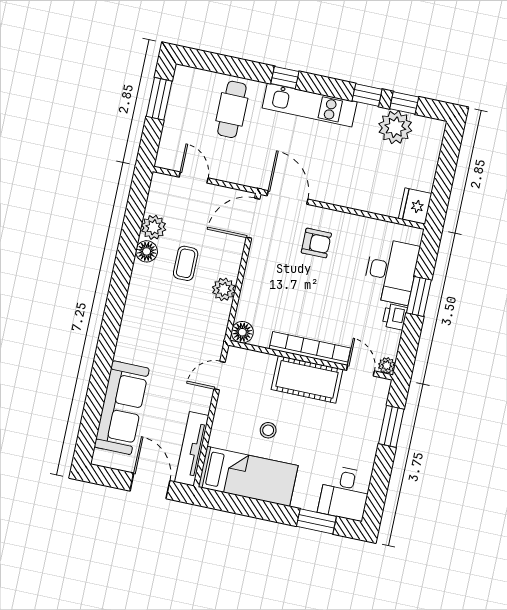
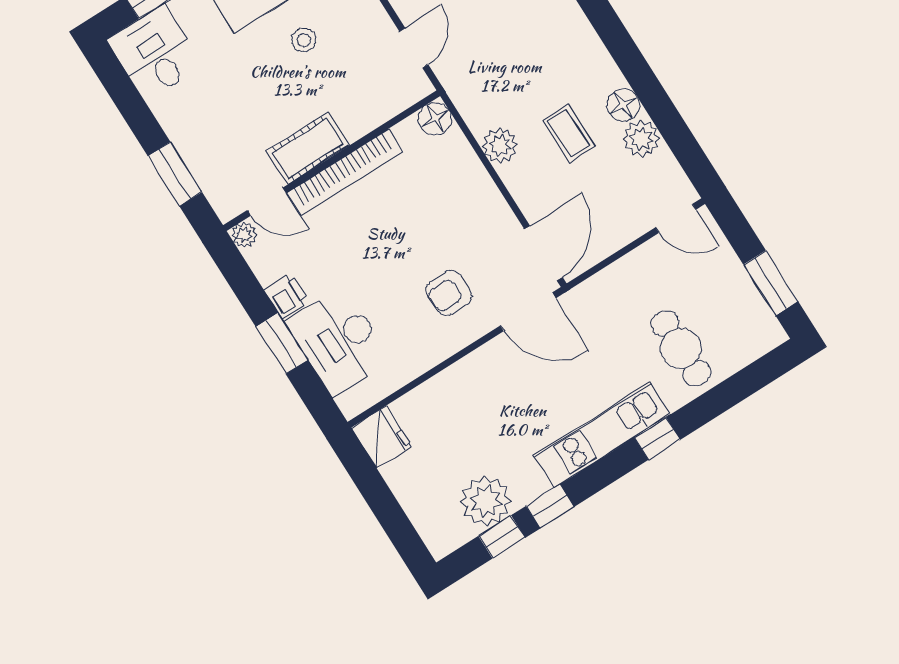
door: (194, 178) -> (676, 218), moved
cot: (307, 379) -> (308, 149), width x0.73, depth x0.75

